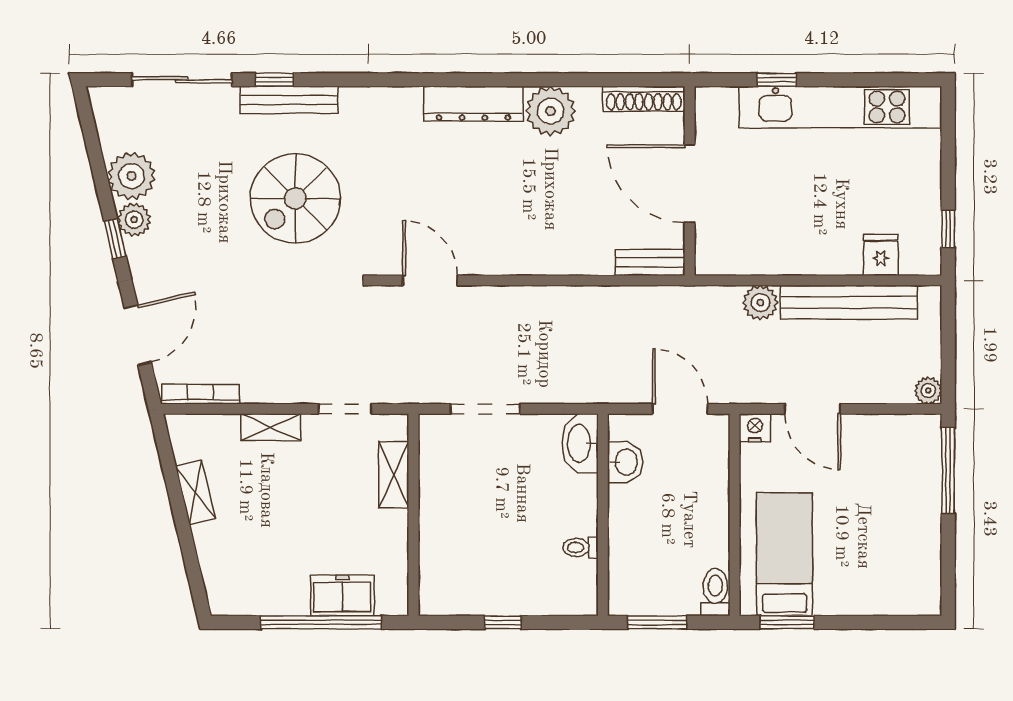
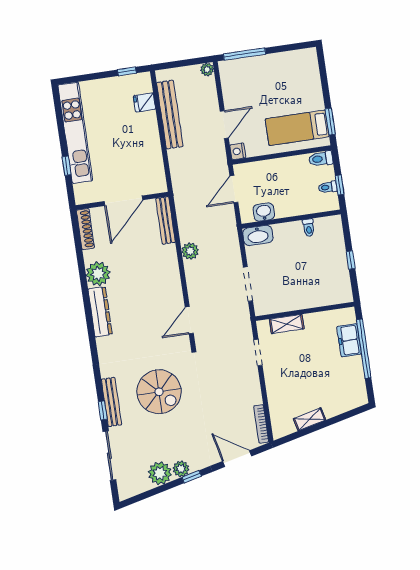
bench: (650, 262) -> (166, 220), width x1.36
plant: (760, 303) -> (190, 251), moved
shelving: (271, 427) -> (272, 387), removed
toilet: (656, 598) -> (328, 187), added
window: (657, 622) -> (340, 185), width x0.67

